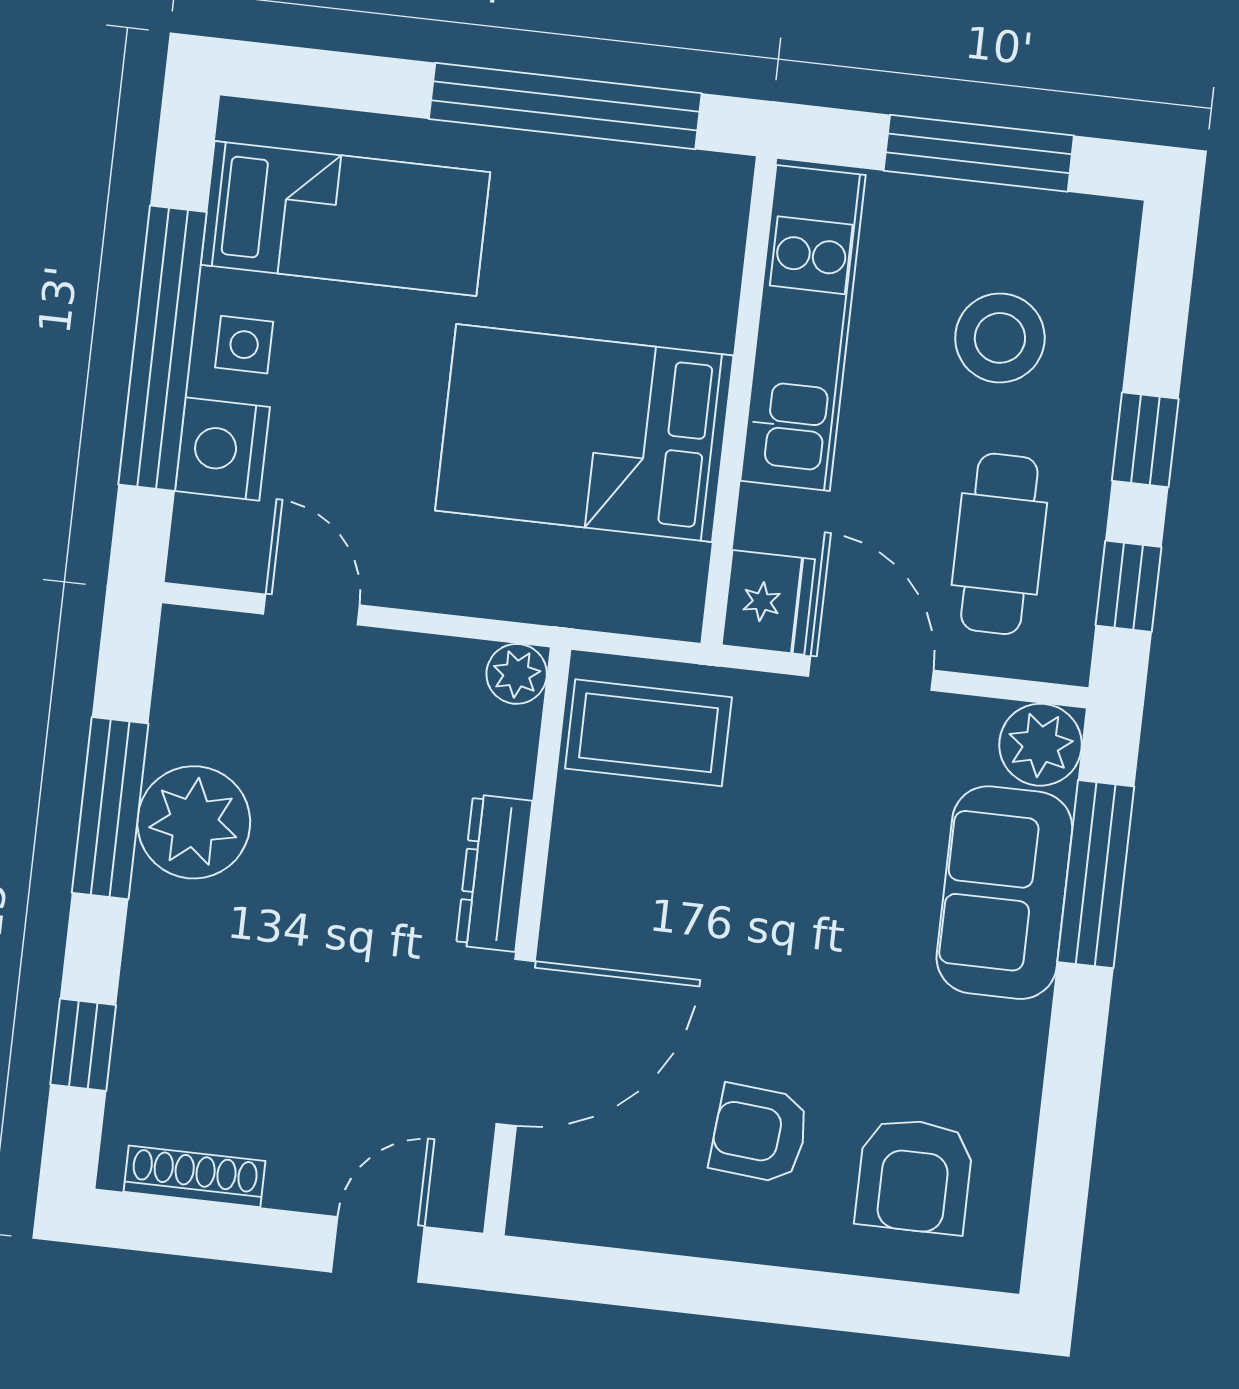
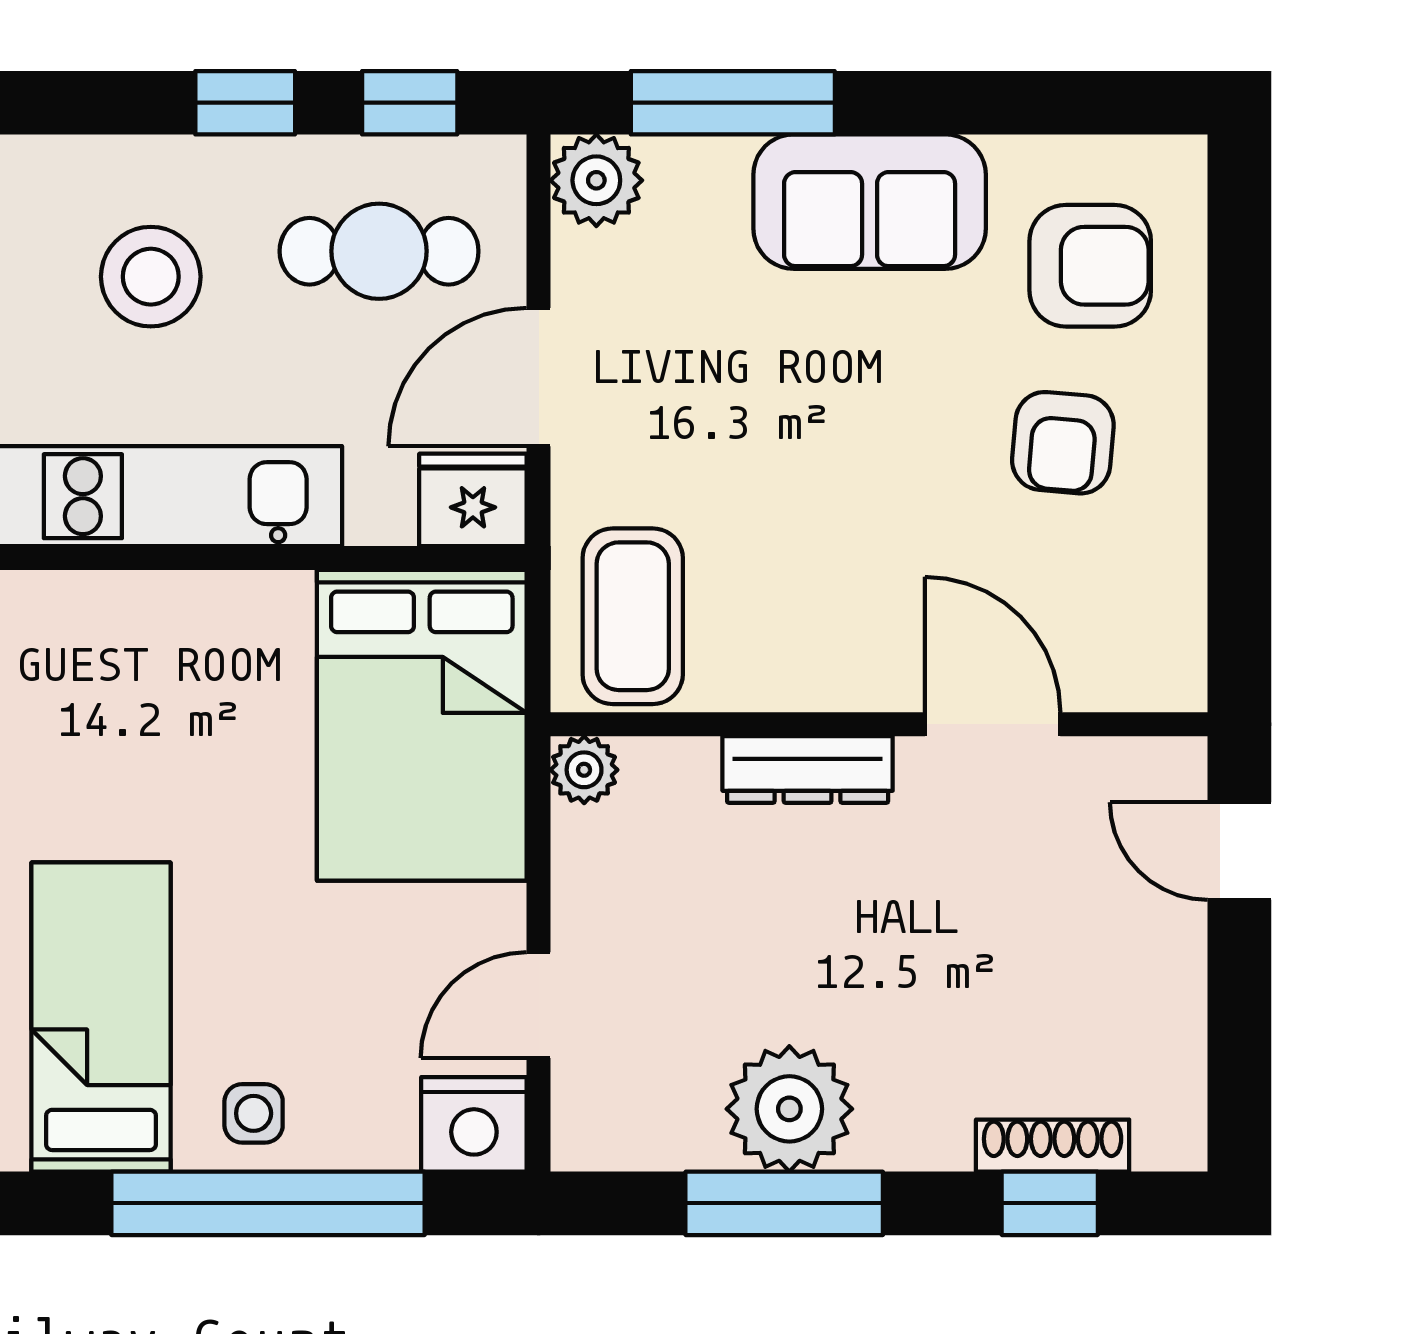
bed: (584, 433) -> (422, 725), moved
nightstand: (222, 449) -> (474, 1124), moved
sofa: (1004, 893) -> (870, 202), moved
door: (516, 1042) -> (993, 724), width x0.73
shoe rack: (194, 1176) -> (1053, 1146), moved, turned 90

